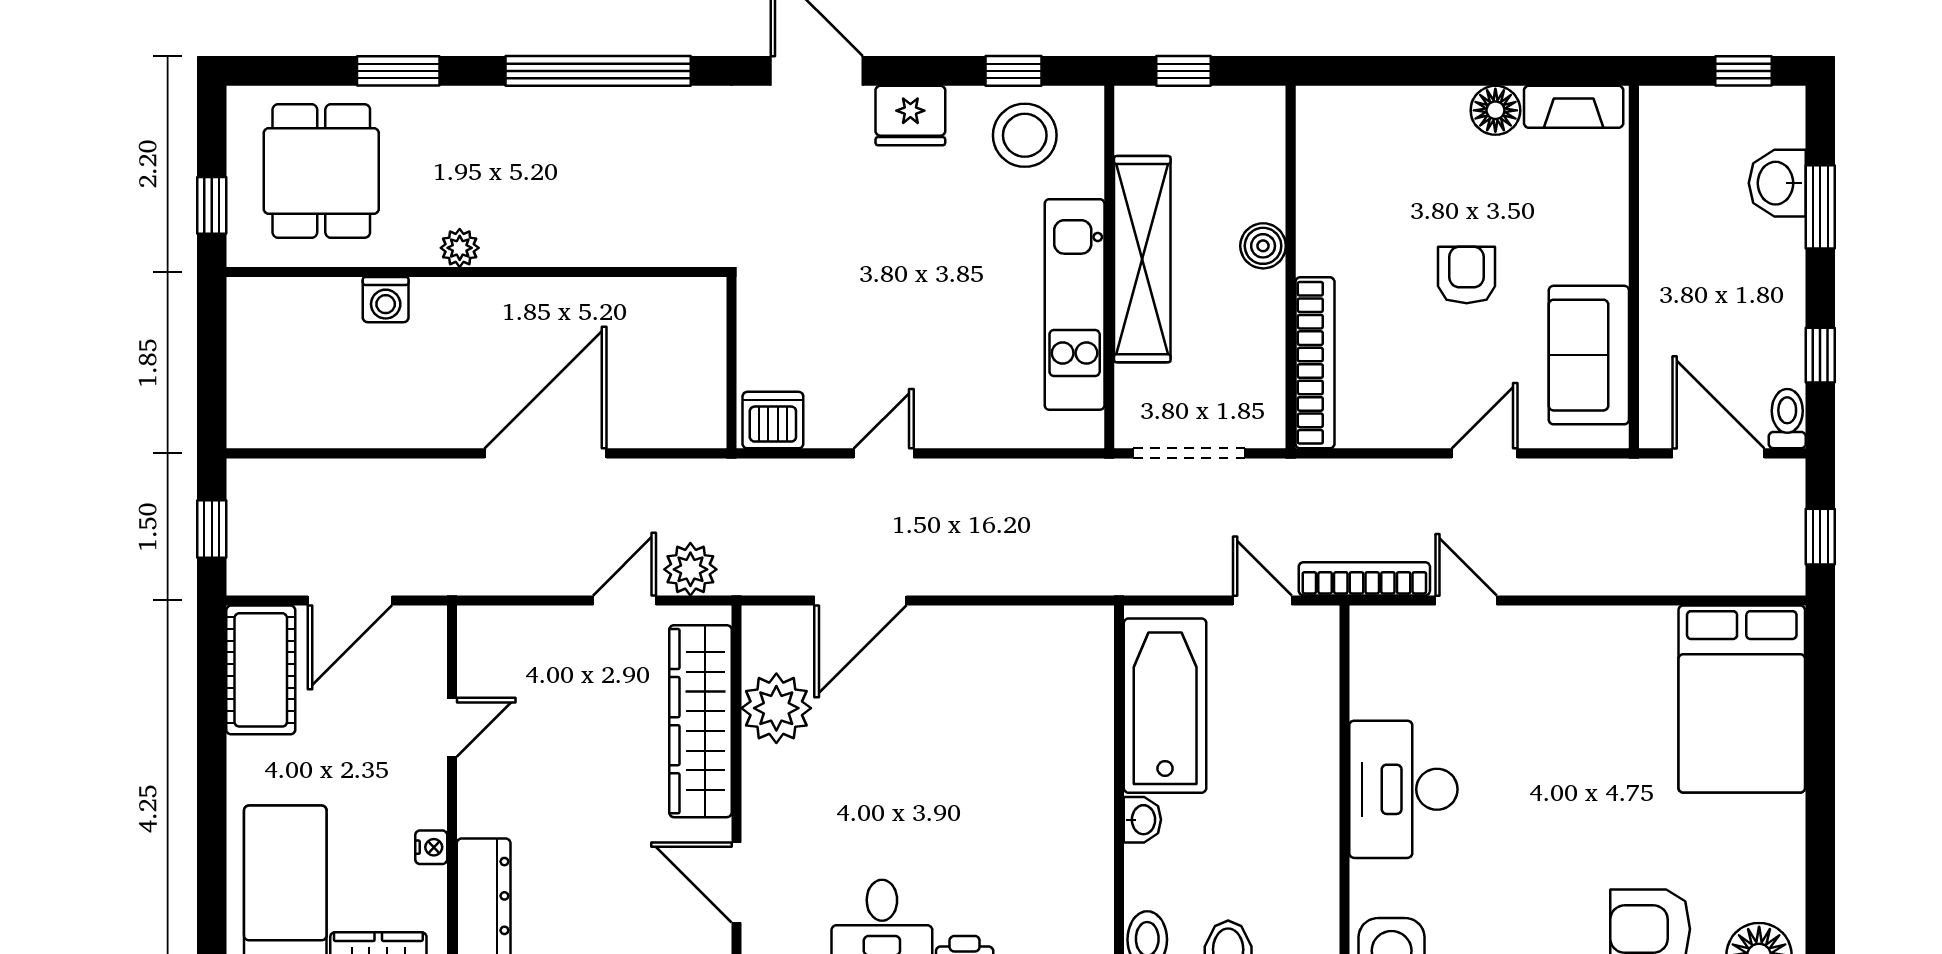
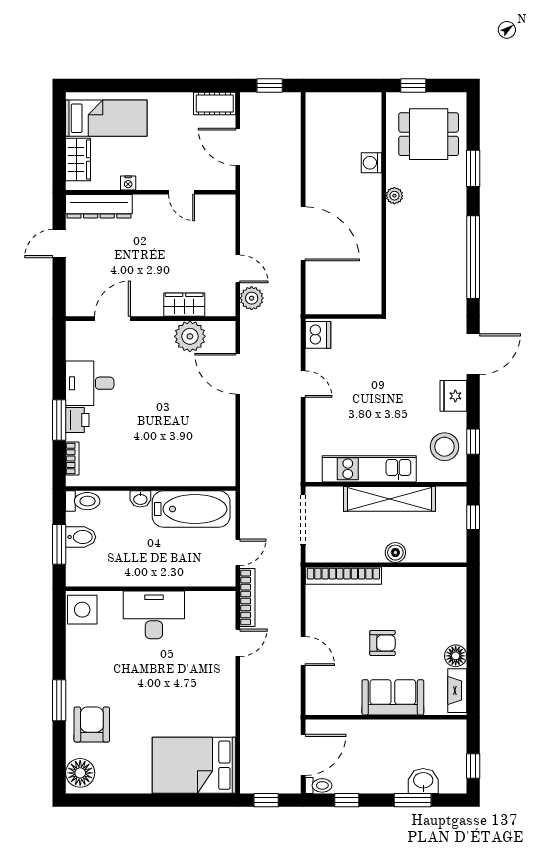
sofa: (1589, 355) -> (393, 697), moved
cot: (261, 670) -> (215, 103), width x0.73, depth x0.75
wardrobe: (700, 721) -> (184, 305), width x0.48, depth x0.85

